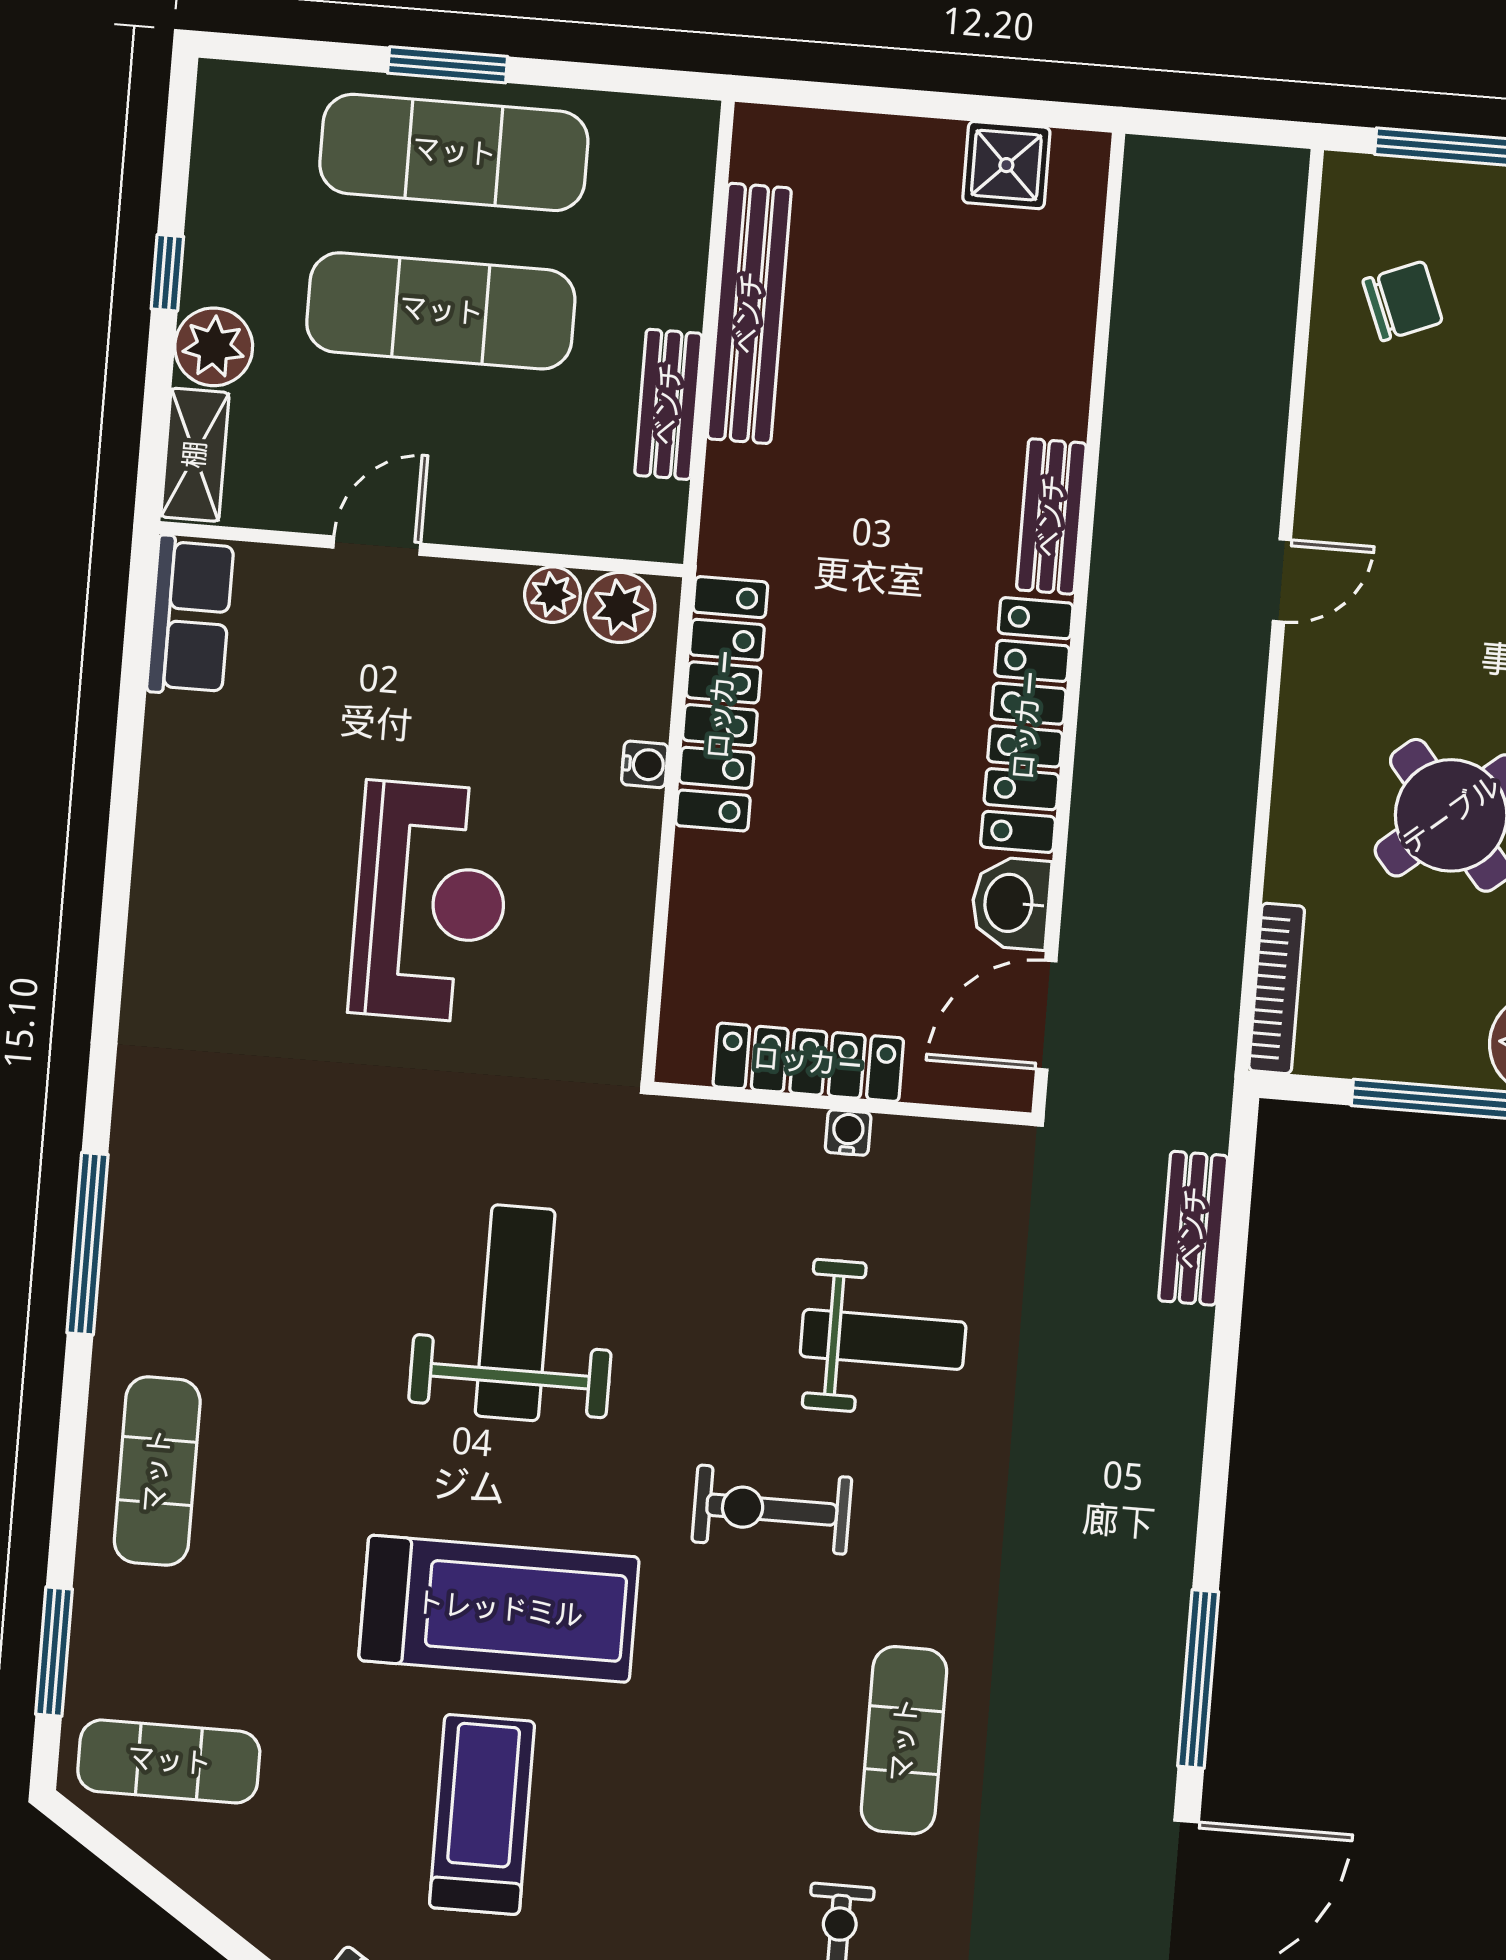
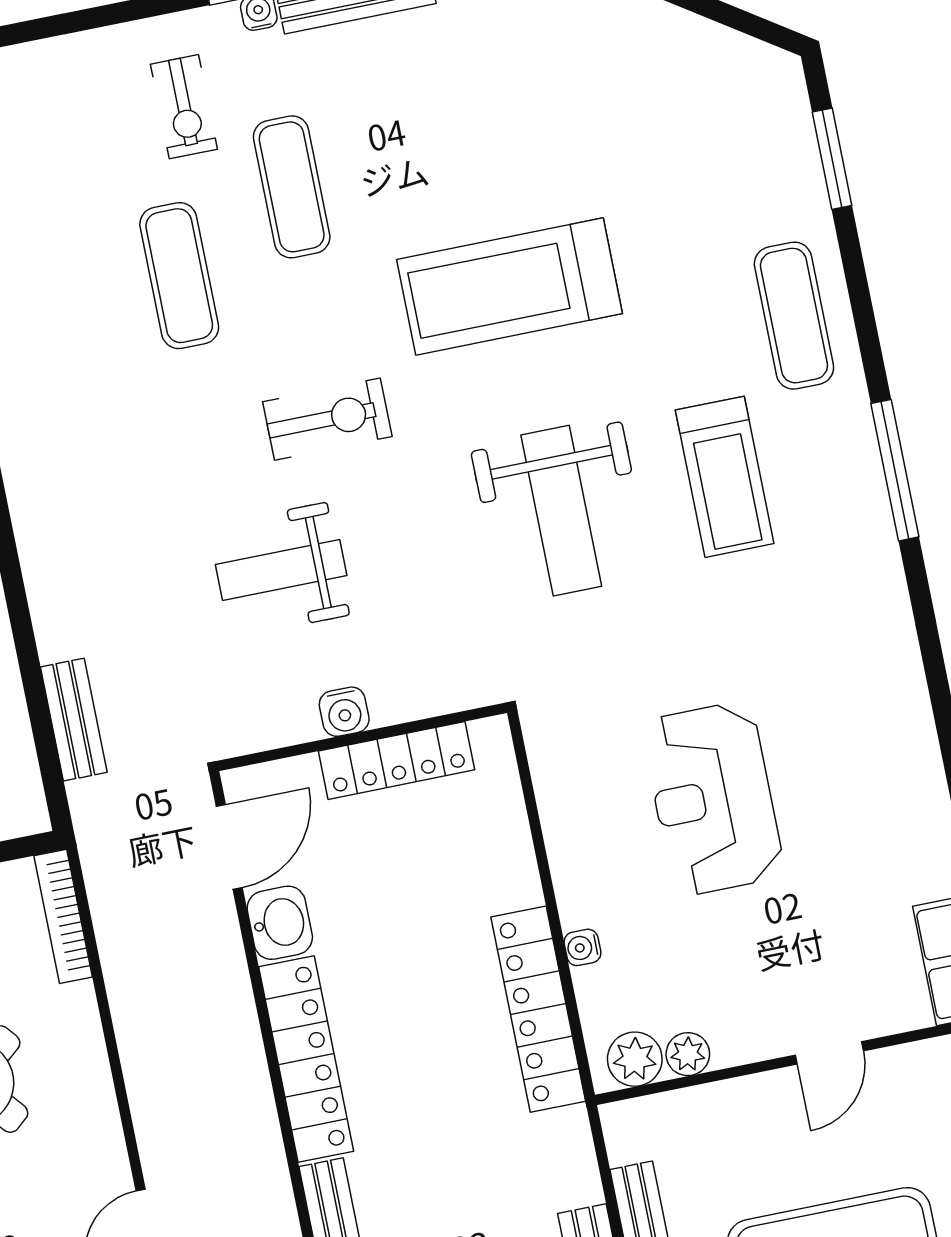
water cooler: (848, 1133) -> (344, 712), width x1.38, depth x1.38
exercise mat: (169, 1761) -> (292, 187), moved, turned 90
treadmill: (482, 1814) -> (725, 477), moved

